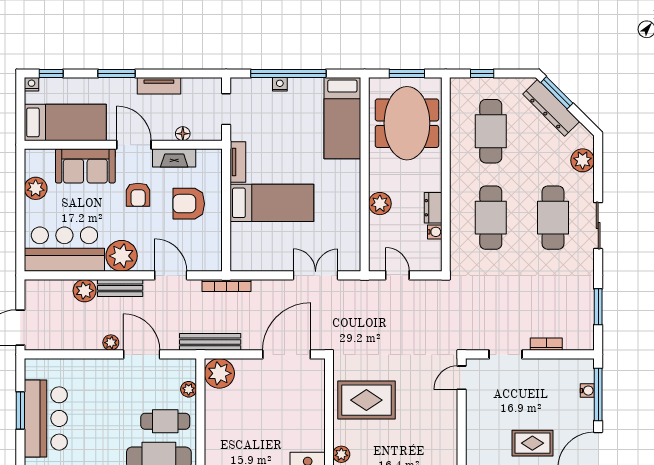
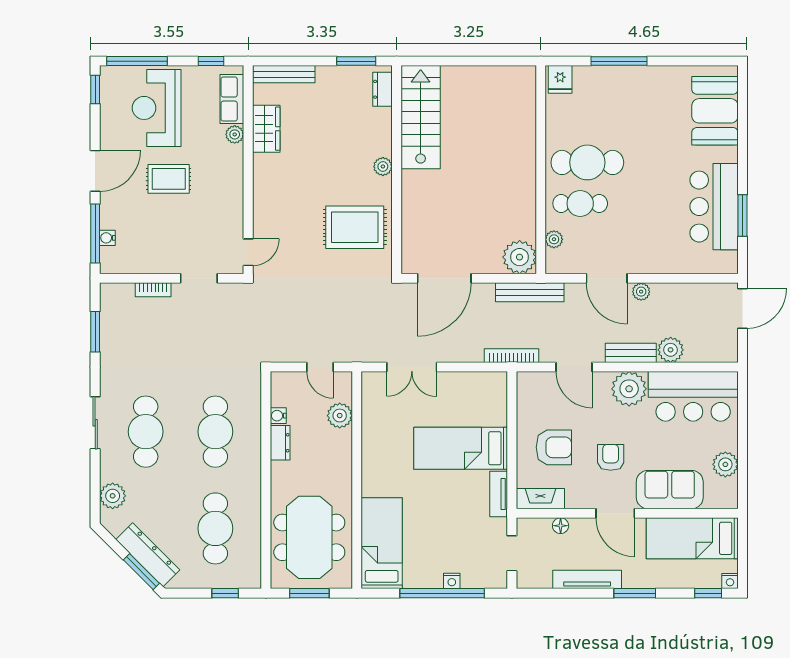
tv unit: (159, 86) -> (587, 579), width x1.41
fireplace: (174, 158) -> (540, 499), moved
plant: (380, 204) -> (340, 416), moved

